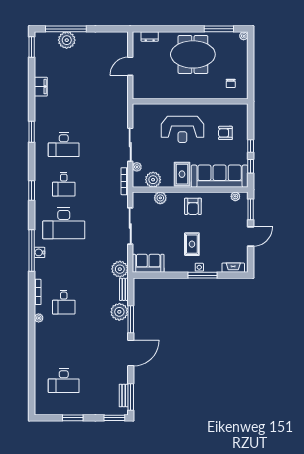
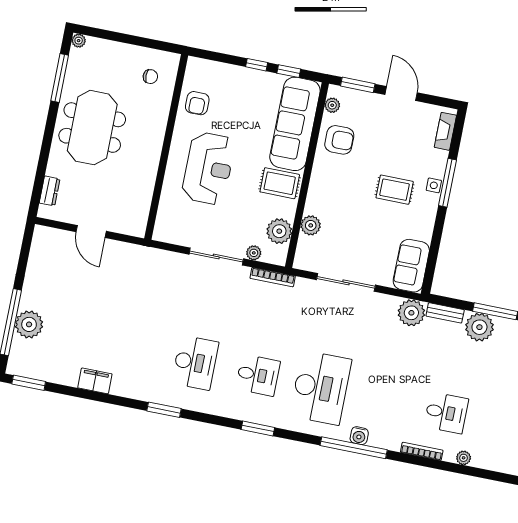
armchair: (225, 133) -> (197, 103), moved
armchair: (193, 206) -> (339, 140), moved

